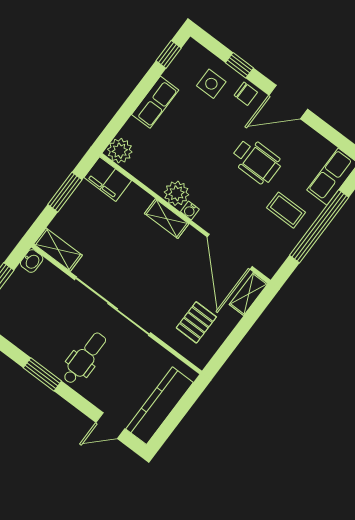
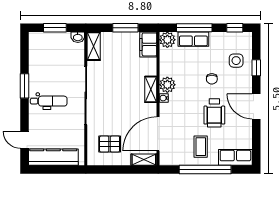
chair: (246, 94) -> (212, 79), moved
row of seats: (155, 102) -> (193, 39), moved
window: (130, 105) -> (194, 28), added

